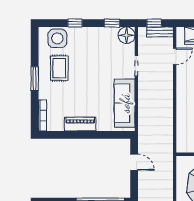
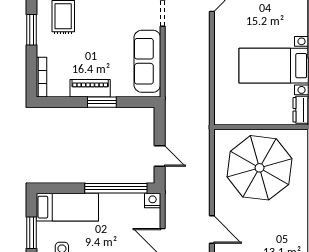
window: (89, 135) -> (102, 102), added
door: (134, 162) -> (160, 156), moved

